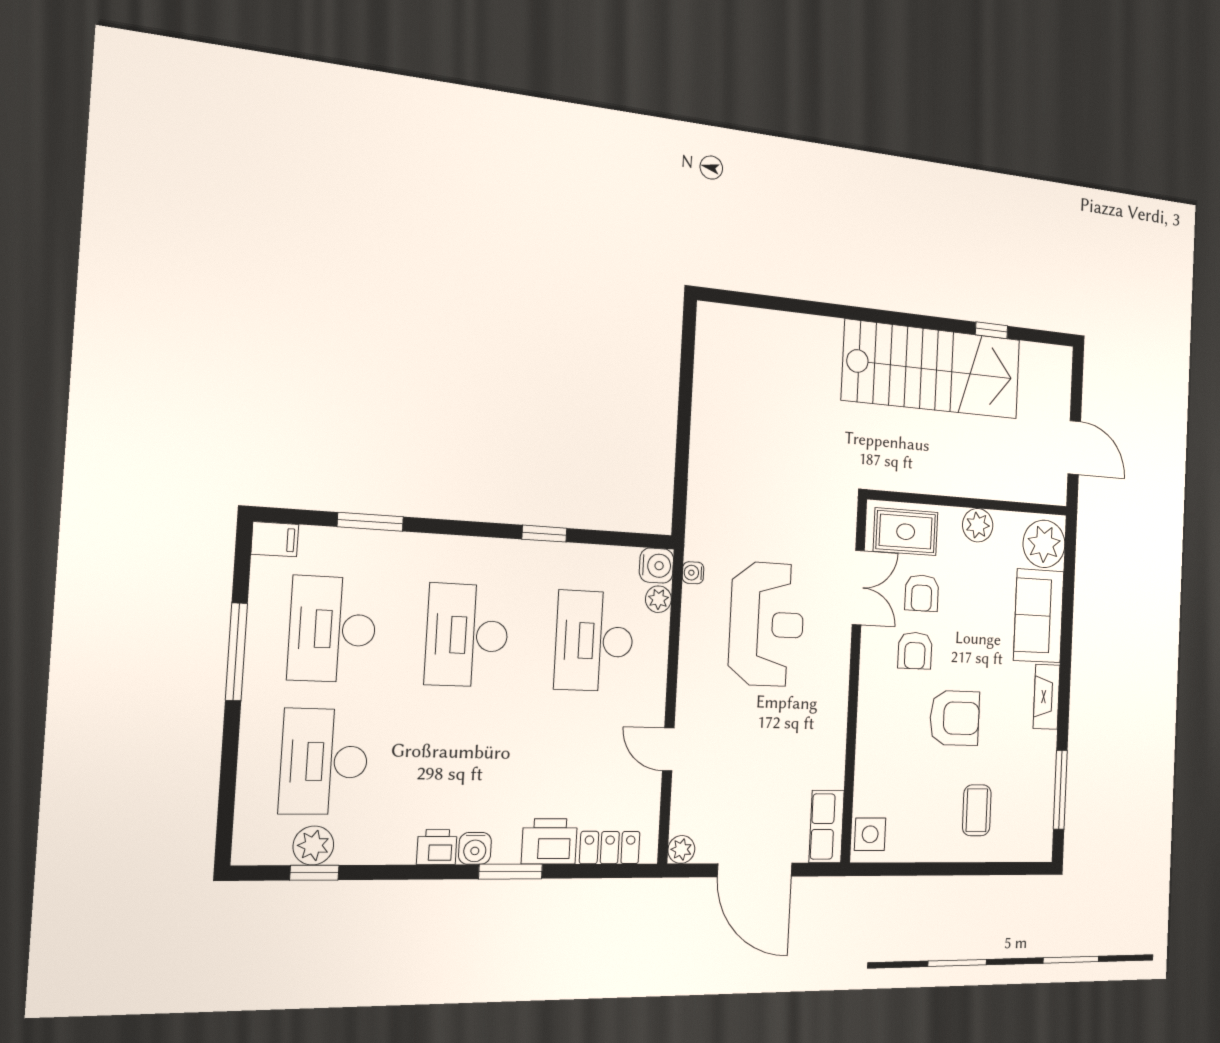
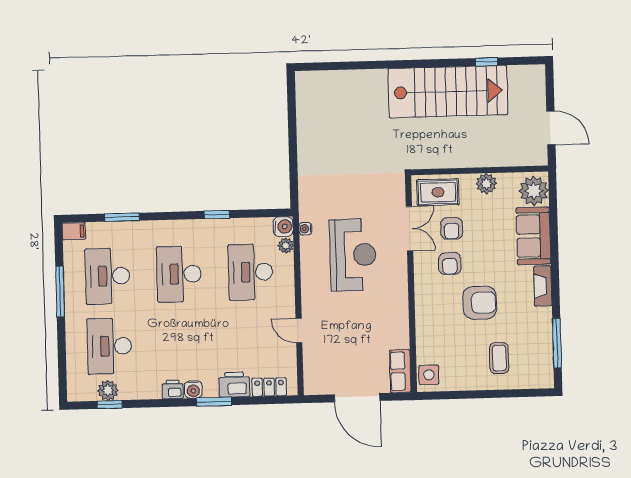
plant: (681, 849) -> (311, 387), removed

